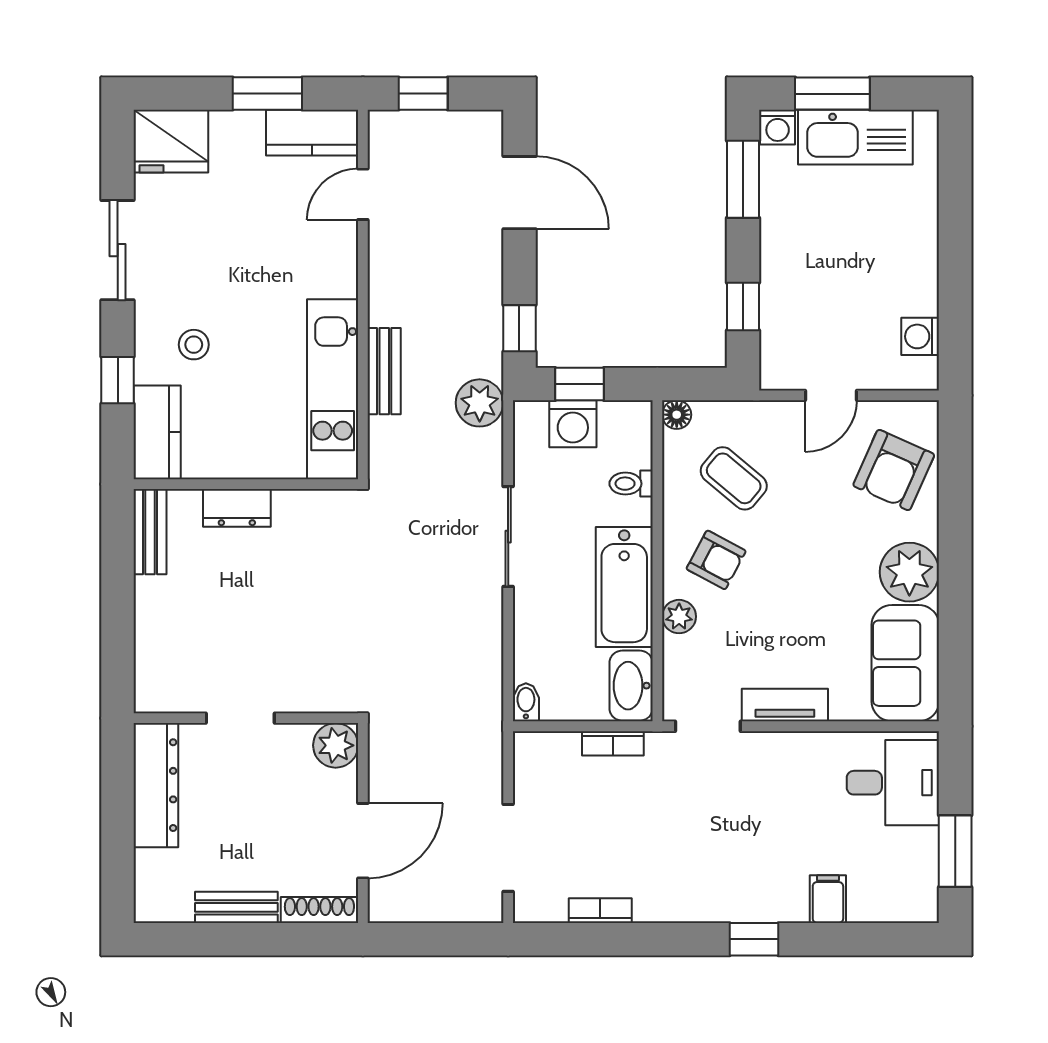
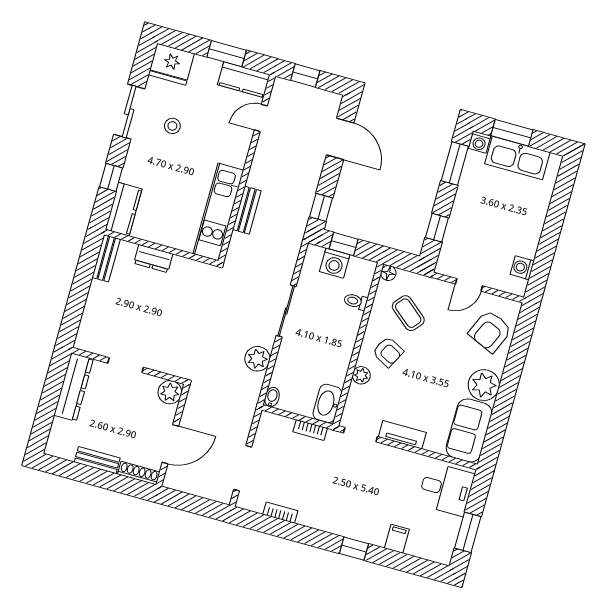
stool: (194, 345) -> (172, 126), moved
plant: (480, 403) -> (257, 359), moved
bathtub: (624, 587) -> (338, 353), removed

